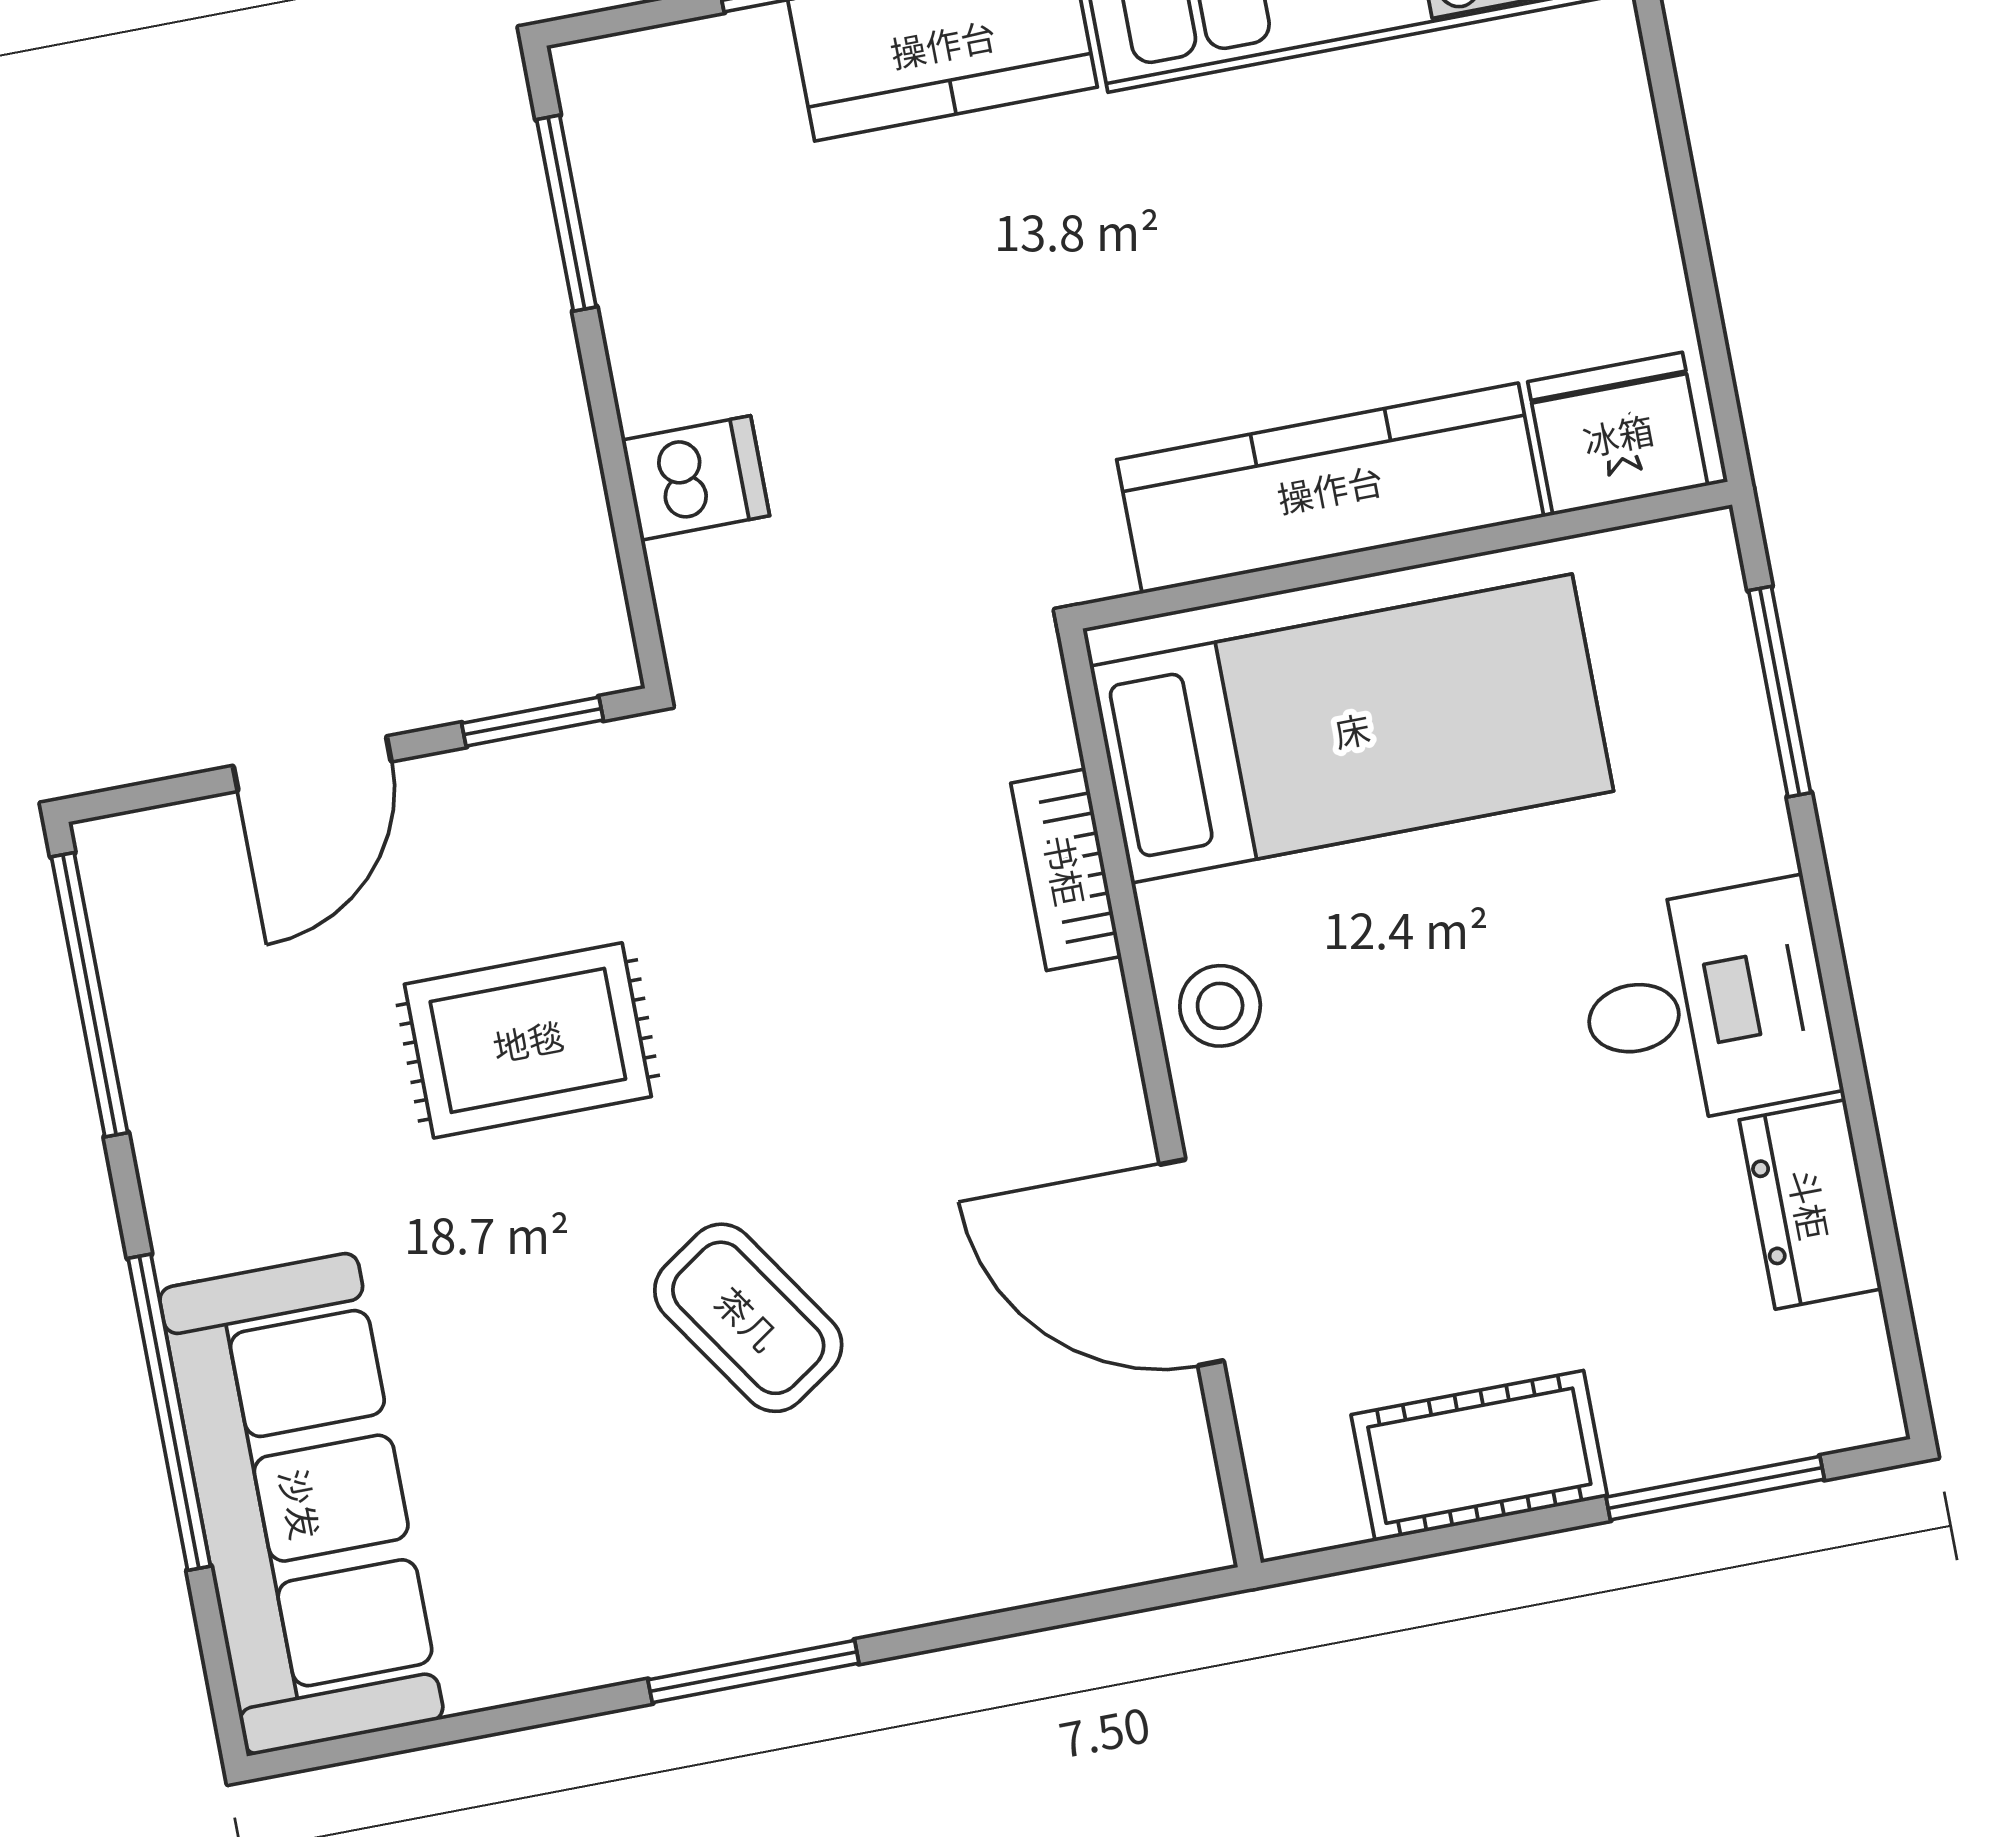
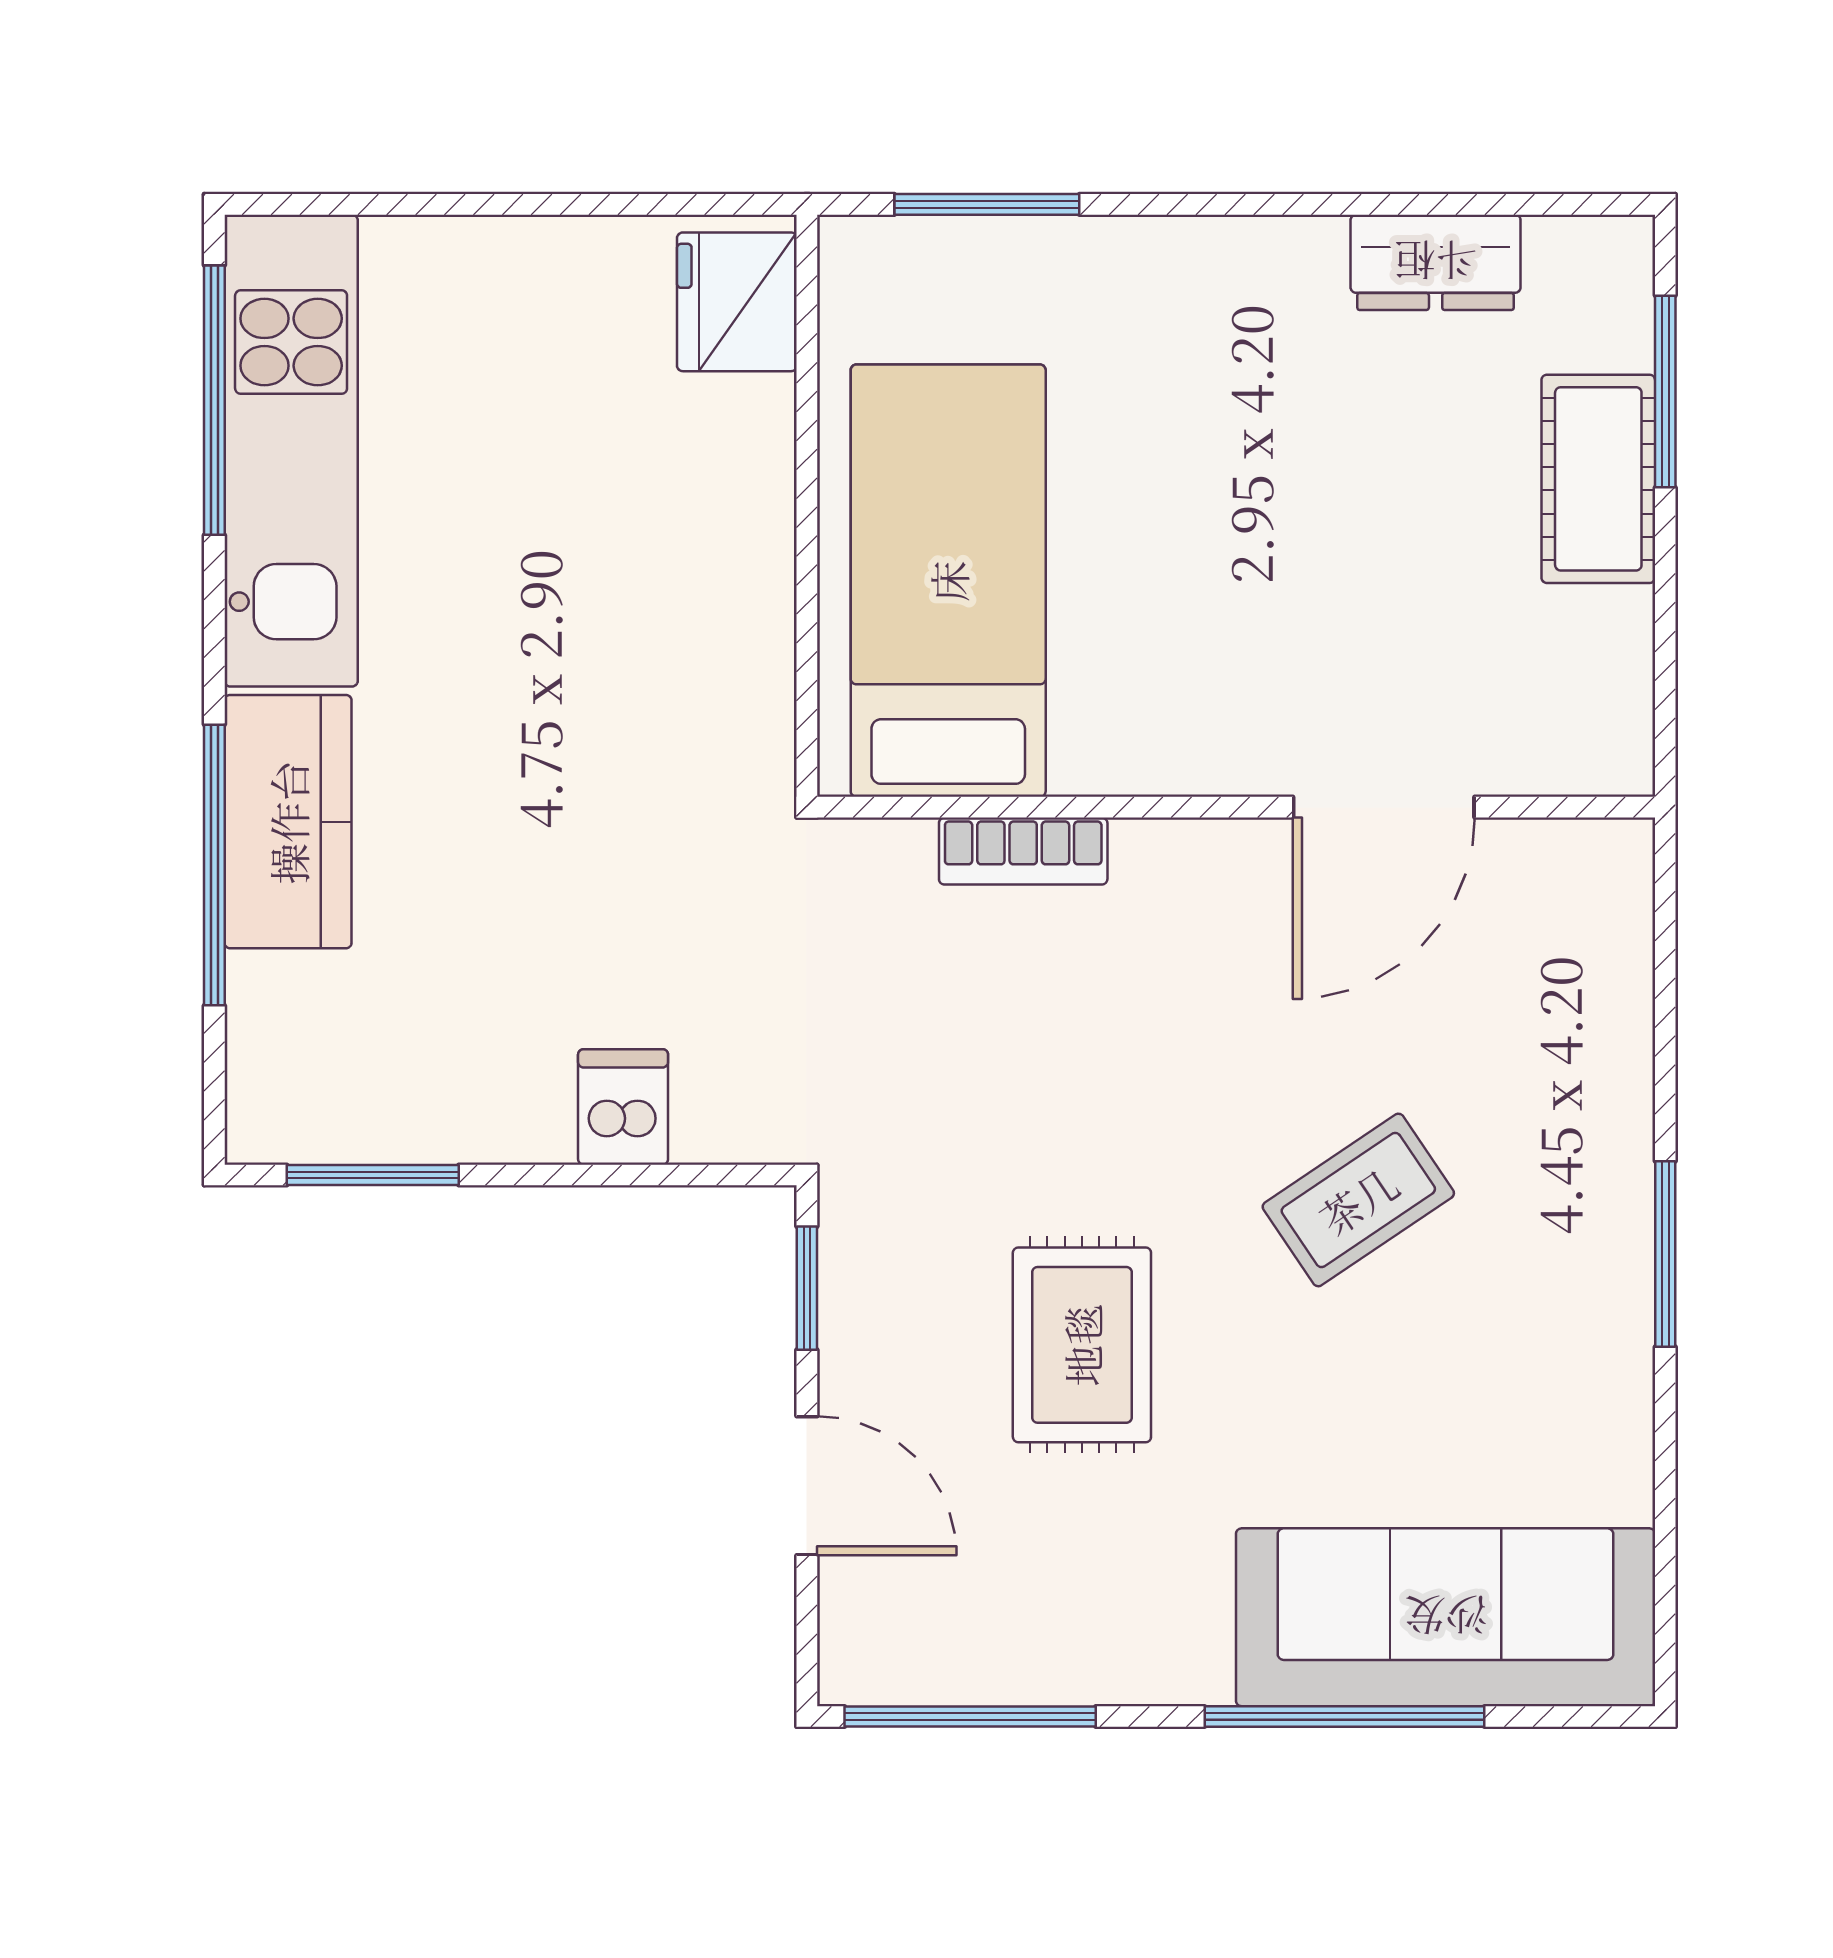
kitchen counter: (1330, 488) -> (737, 560), removed
desk: (1706, 1004) -> (1245, 319), removed
stool: (1220, 1006) -> (1166, 740), removed
cot: (1479, 1456) -> (1598, 479), moved

